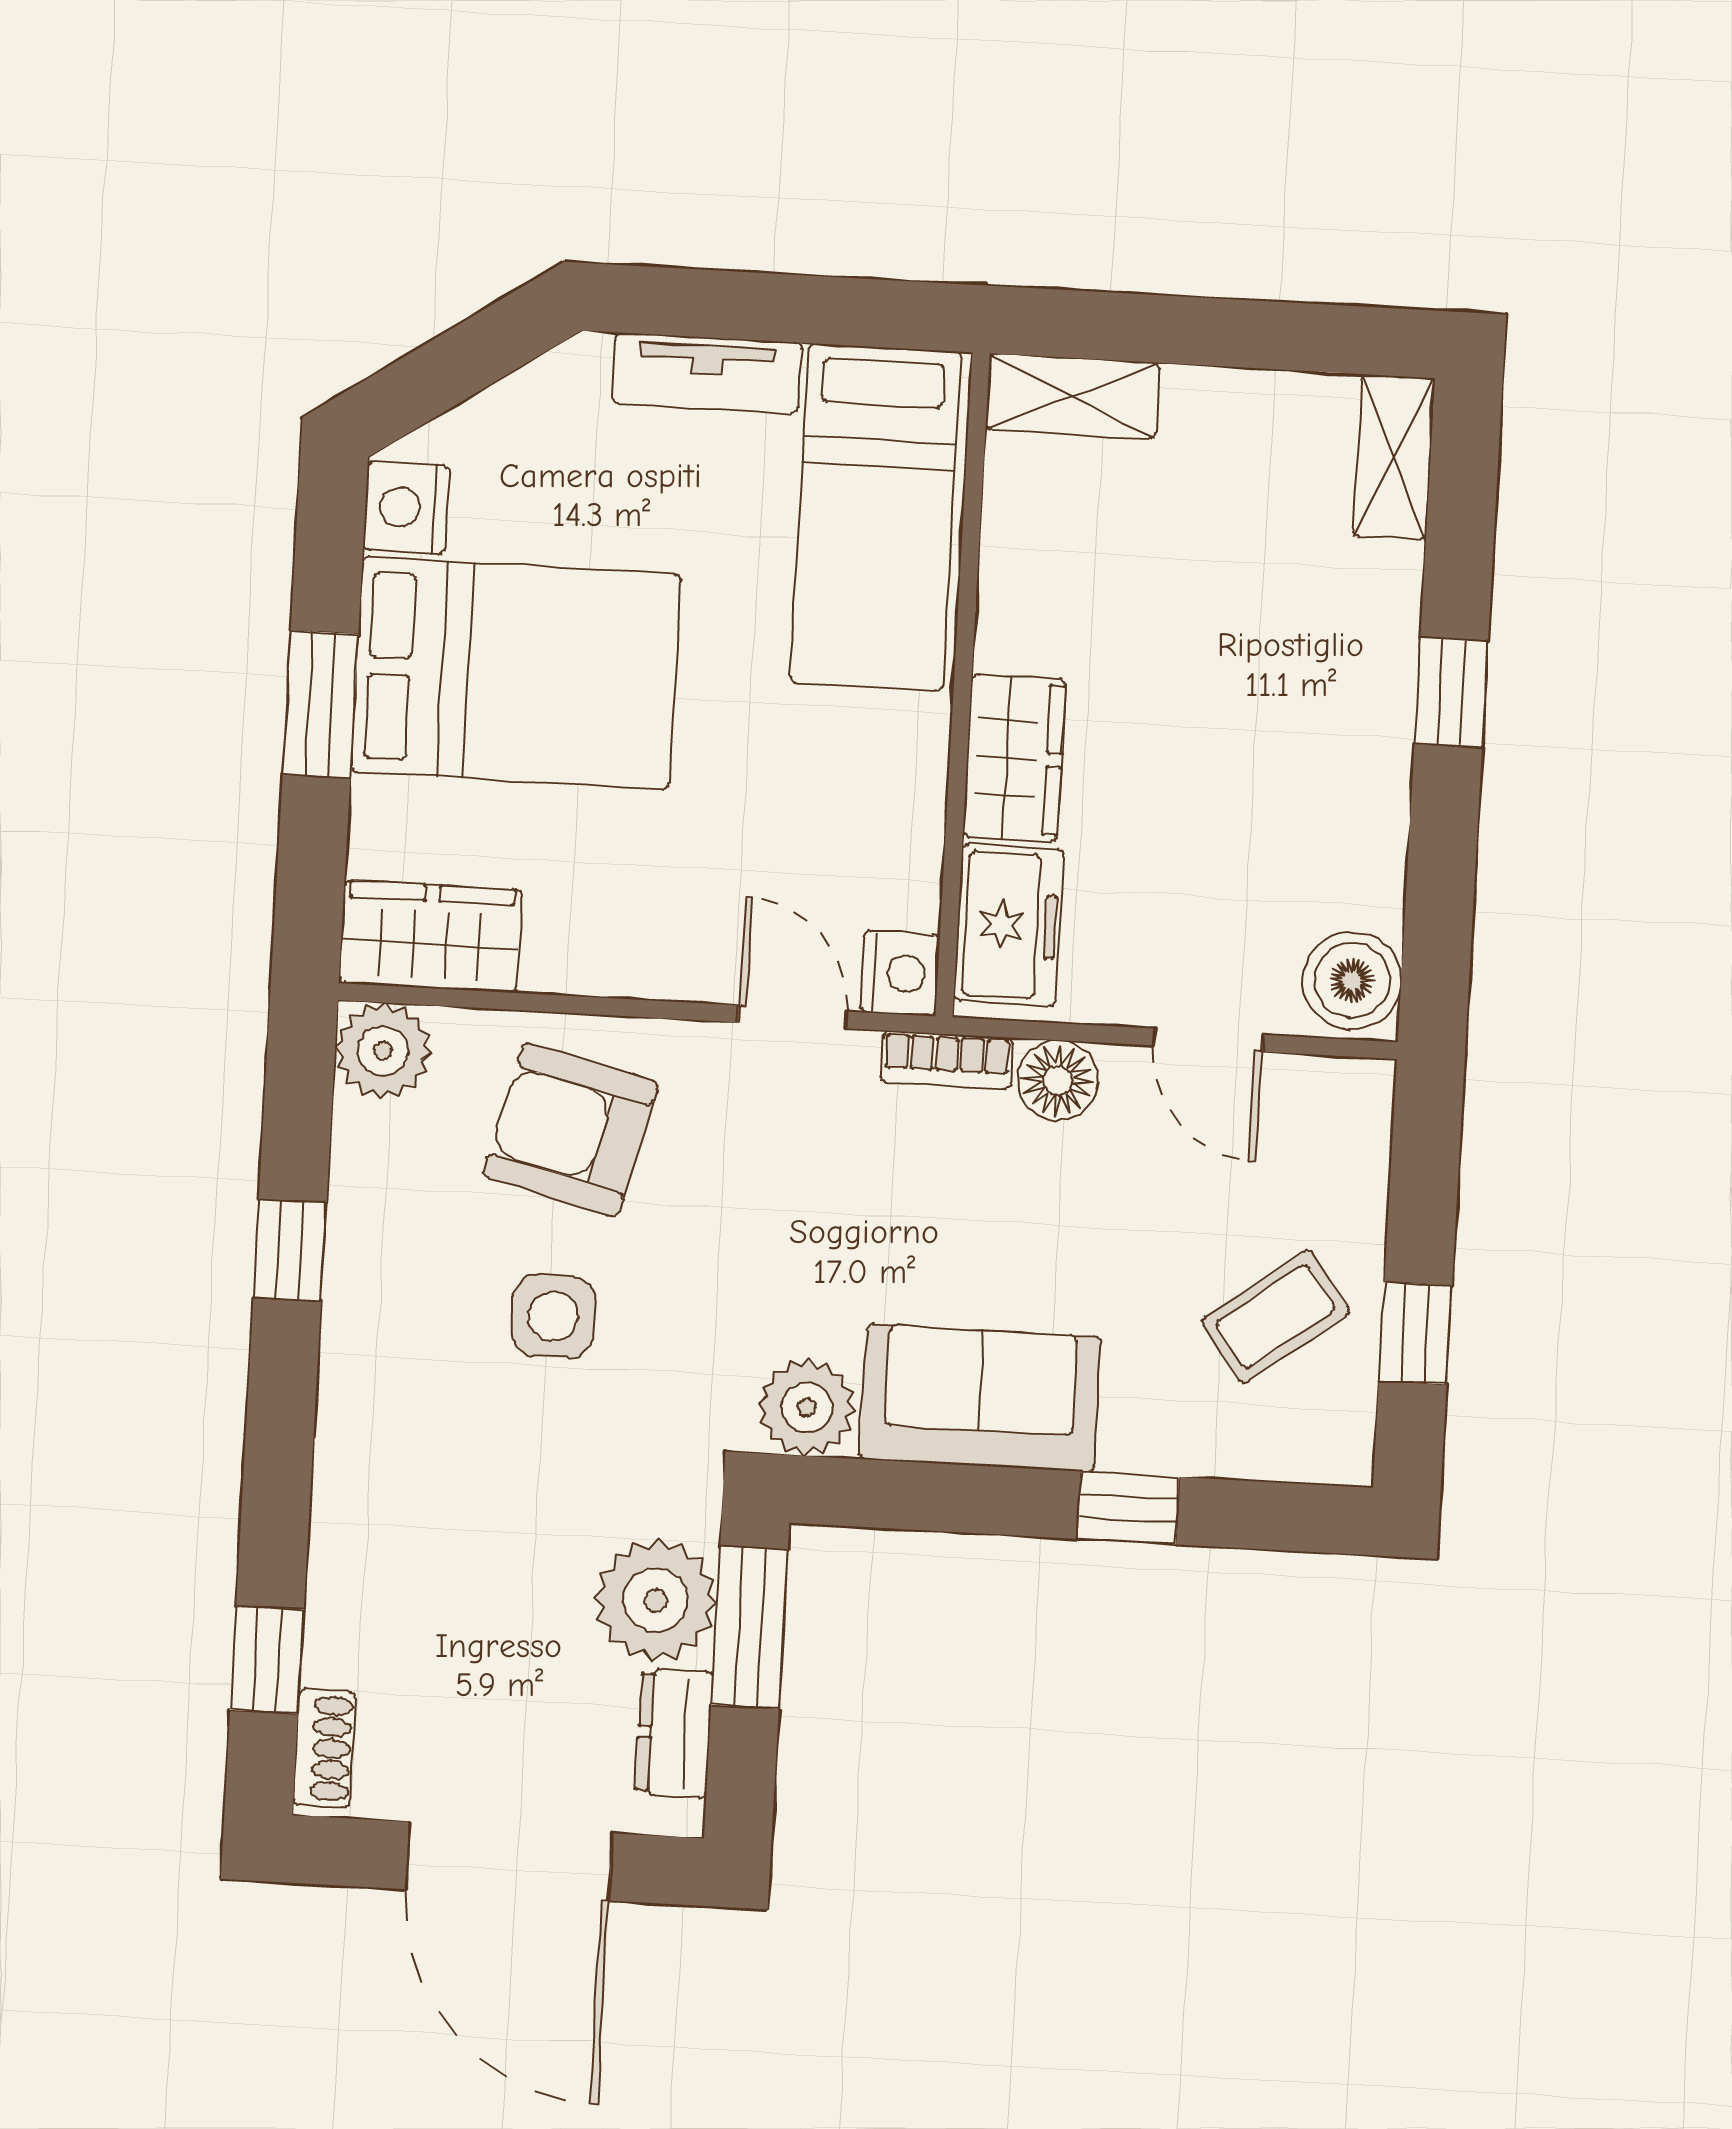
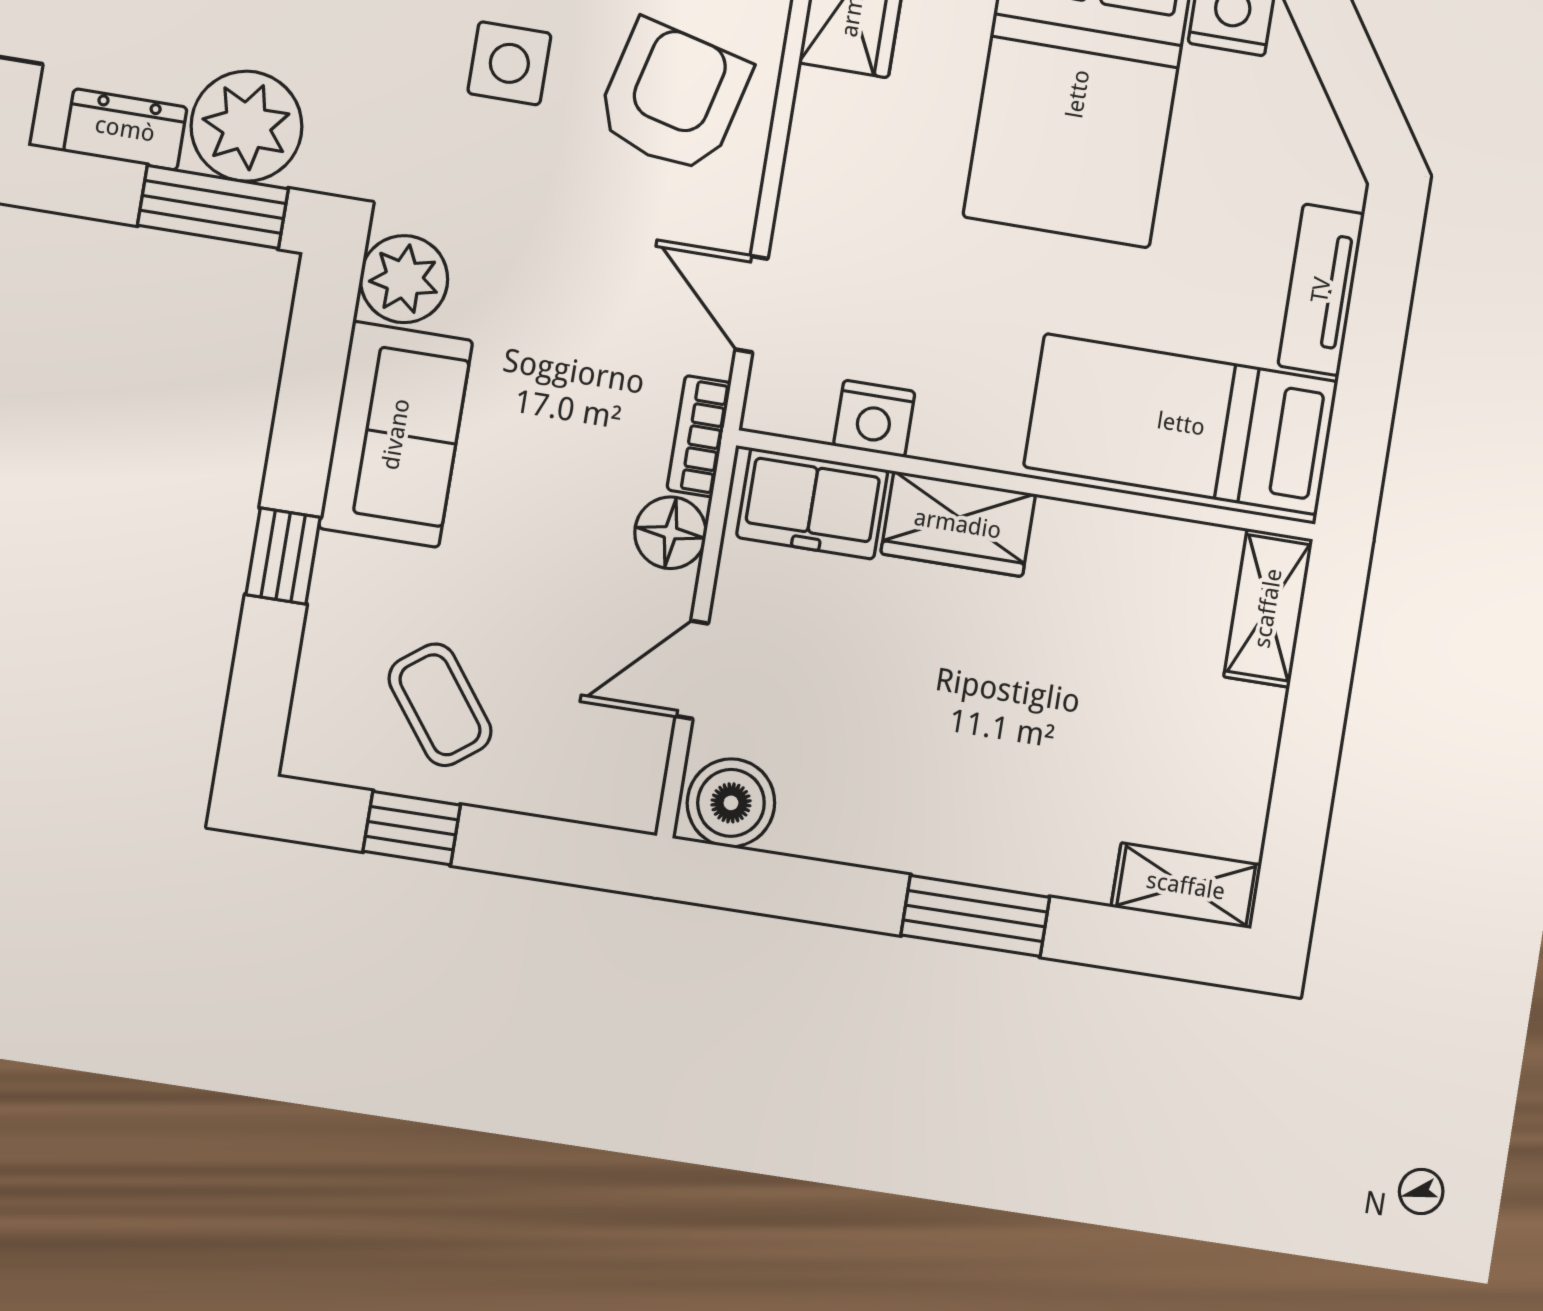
window: (1451, 692) -> (975, 916), width x1.50
nightstand: (900, 973) -> (874, 419), moved
door: (793, 1017) -> (751, 304), swing flipped

